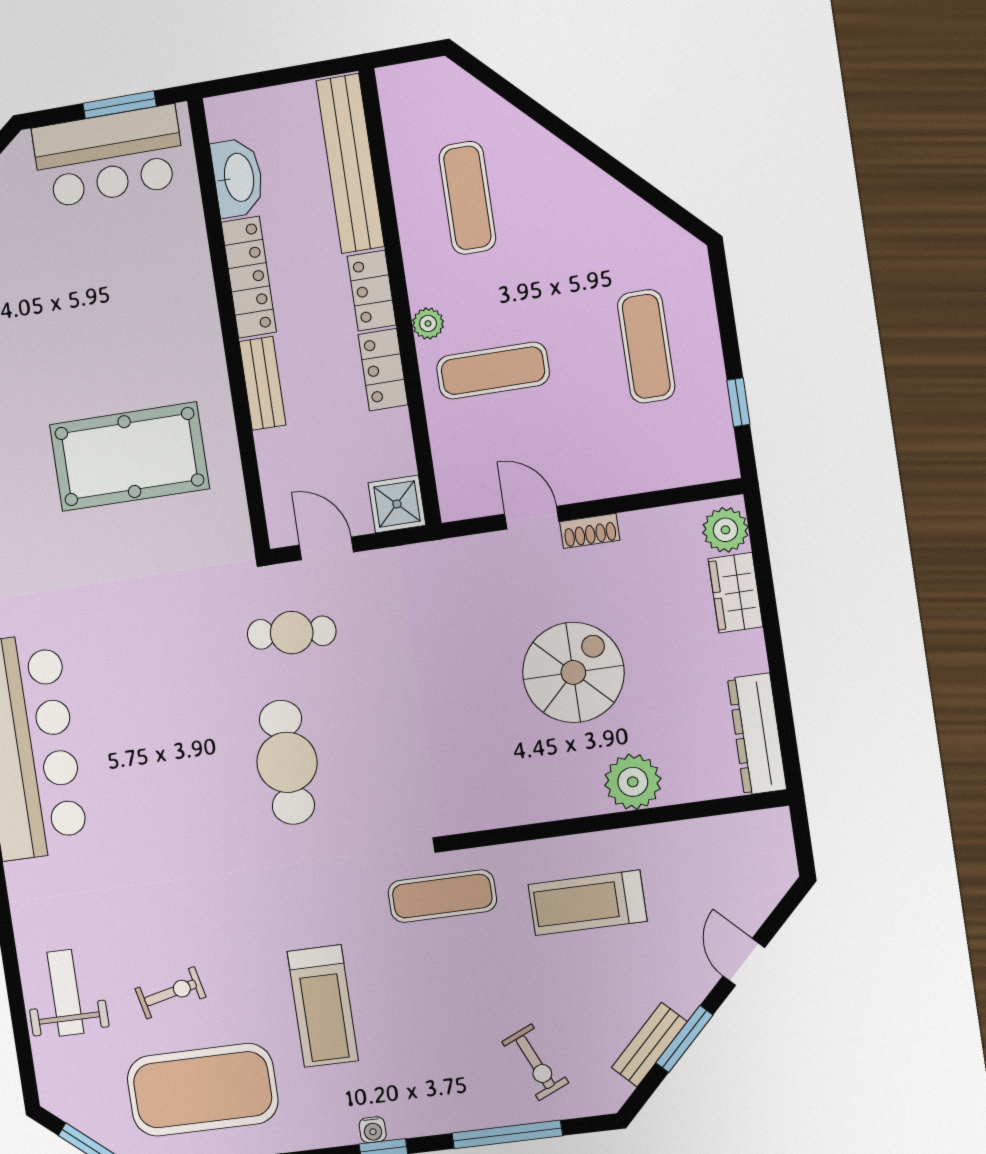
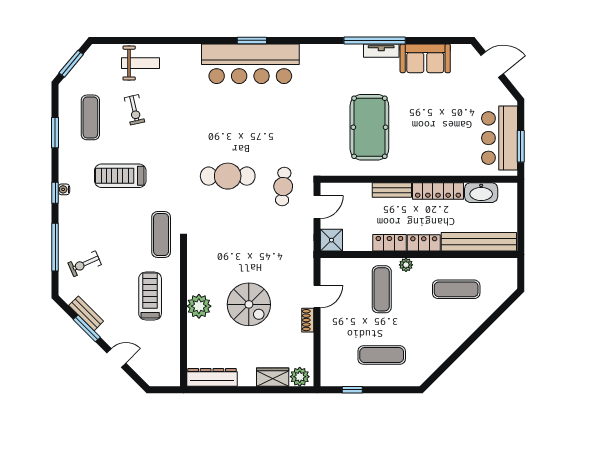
plant: (633, 782) -> (199, 306), moved
exercise mat: (203, 1090) -> (90, 117), width x0.50, depth x0.69

